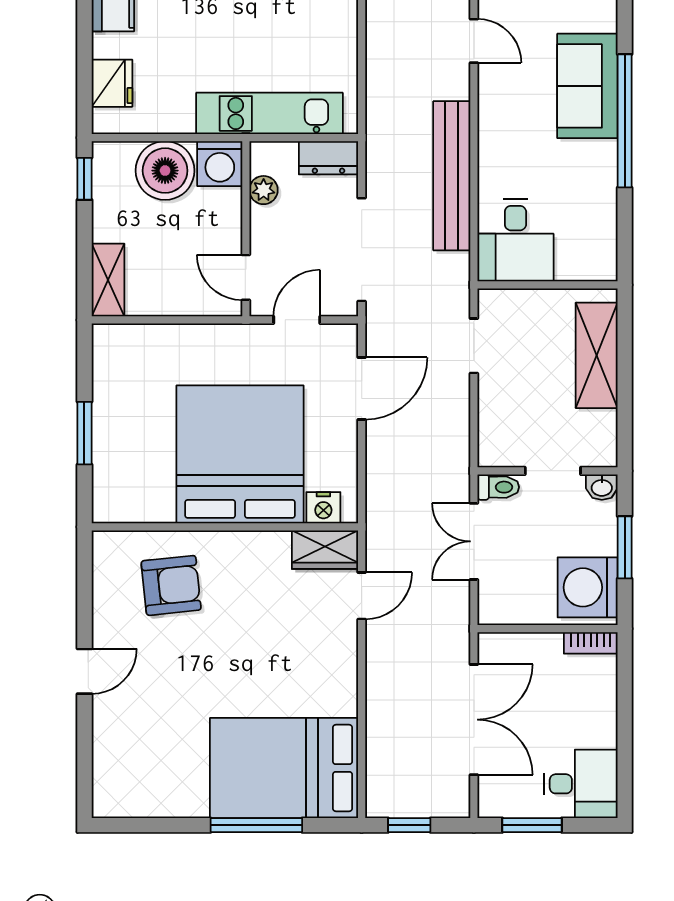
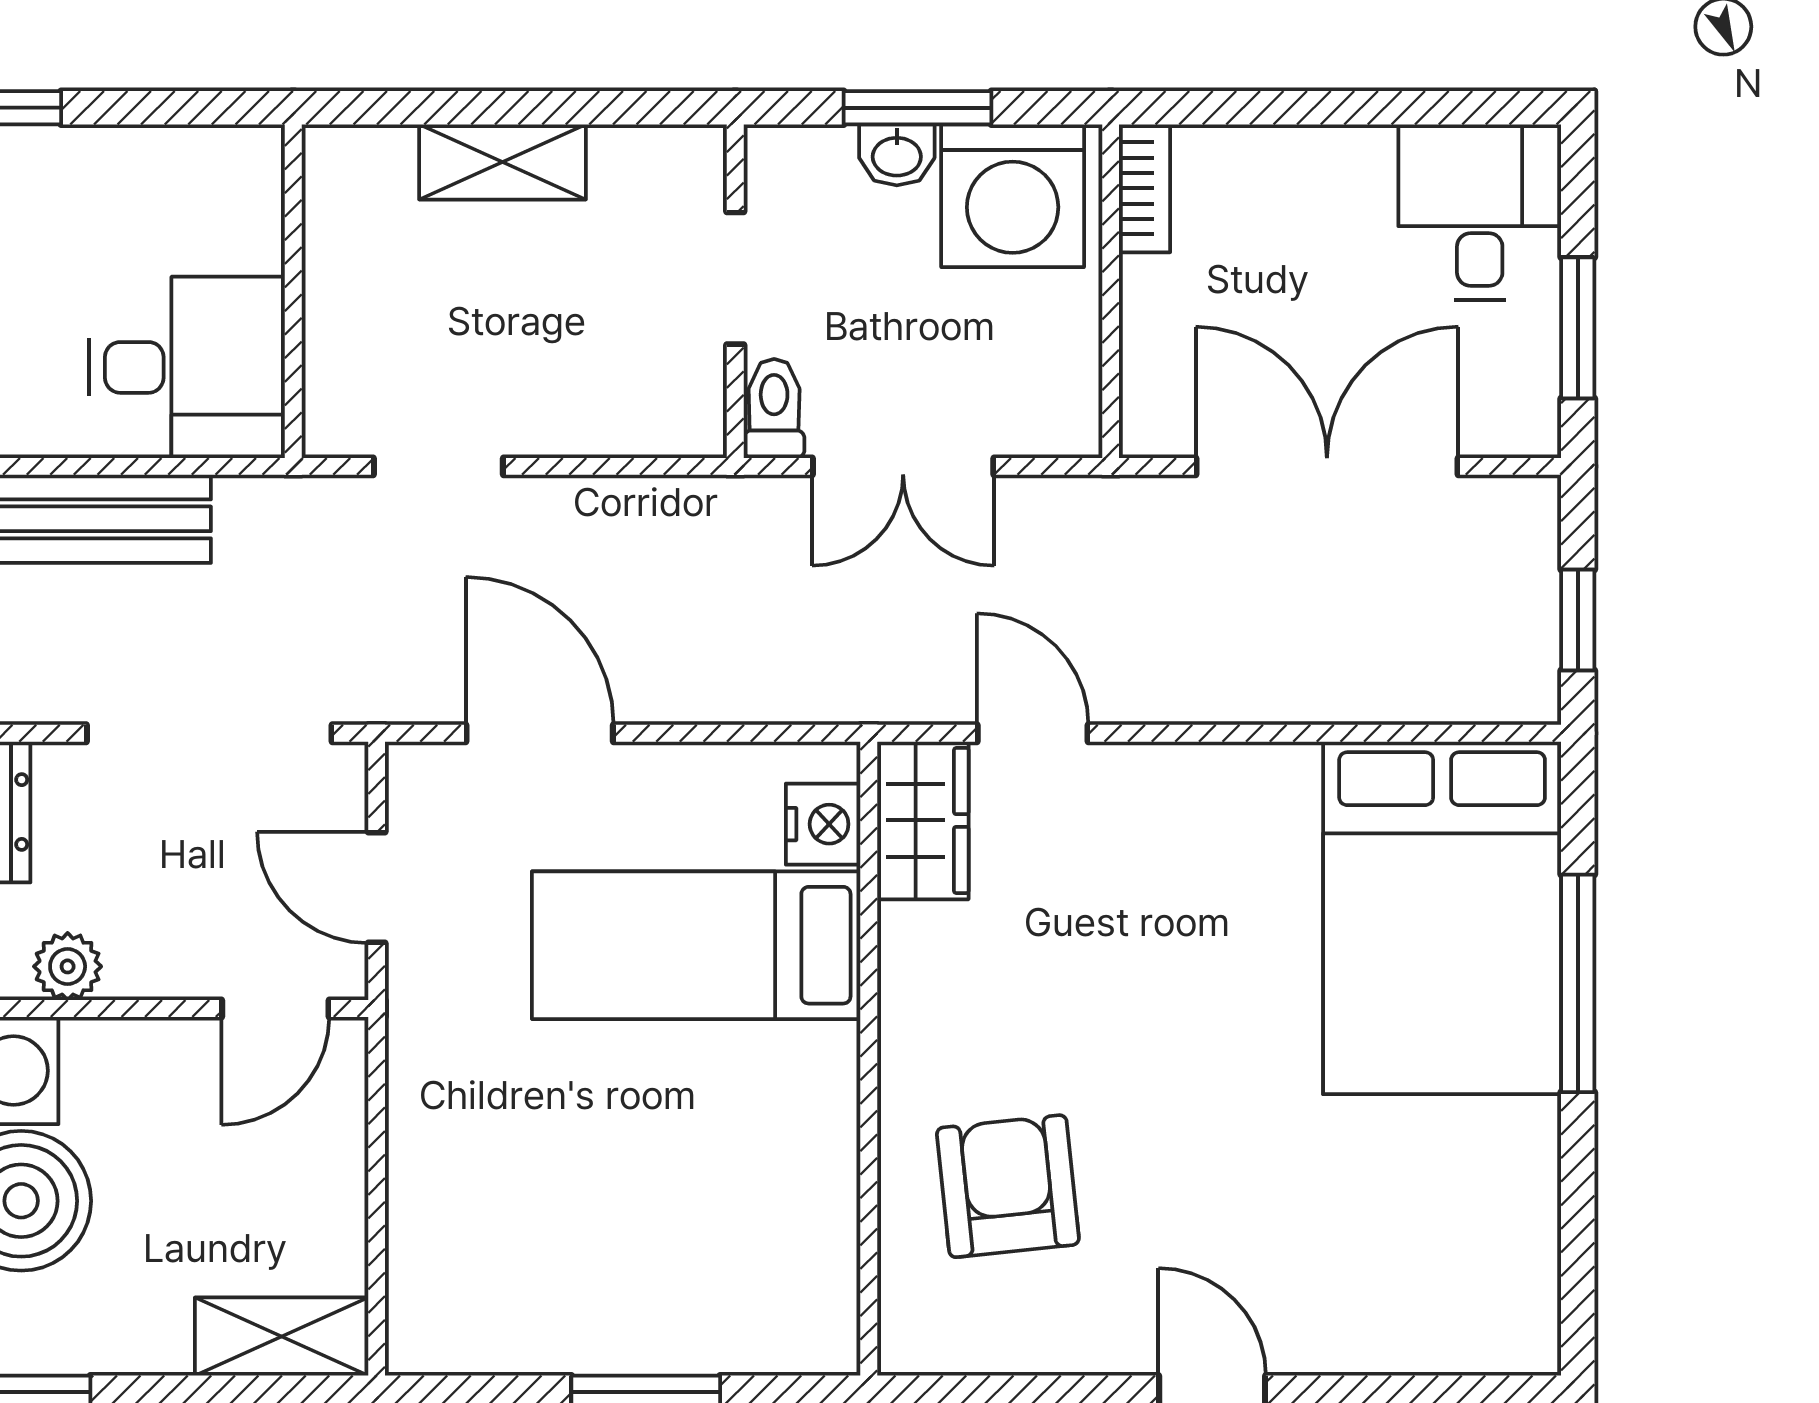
shelving: (597, 355) -> (502, 162), width x0.67, depth x0.75
bed: (240, 454) -> (696, 945), width x0.49
washbasin: (602, 487) -> (897, 155), moved, turned 90

